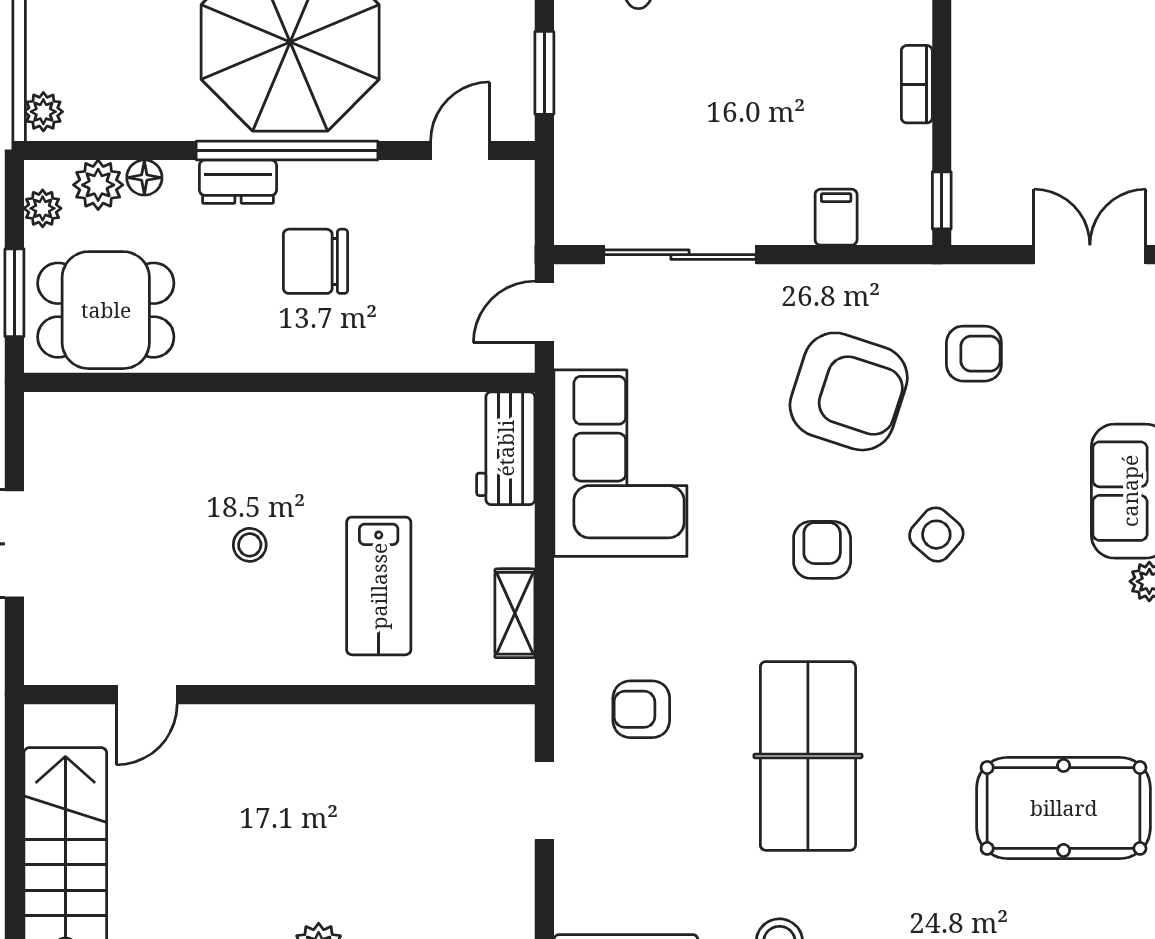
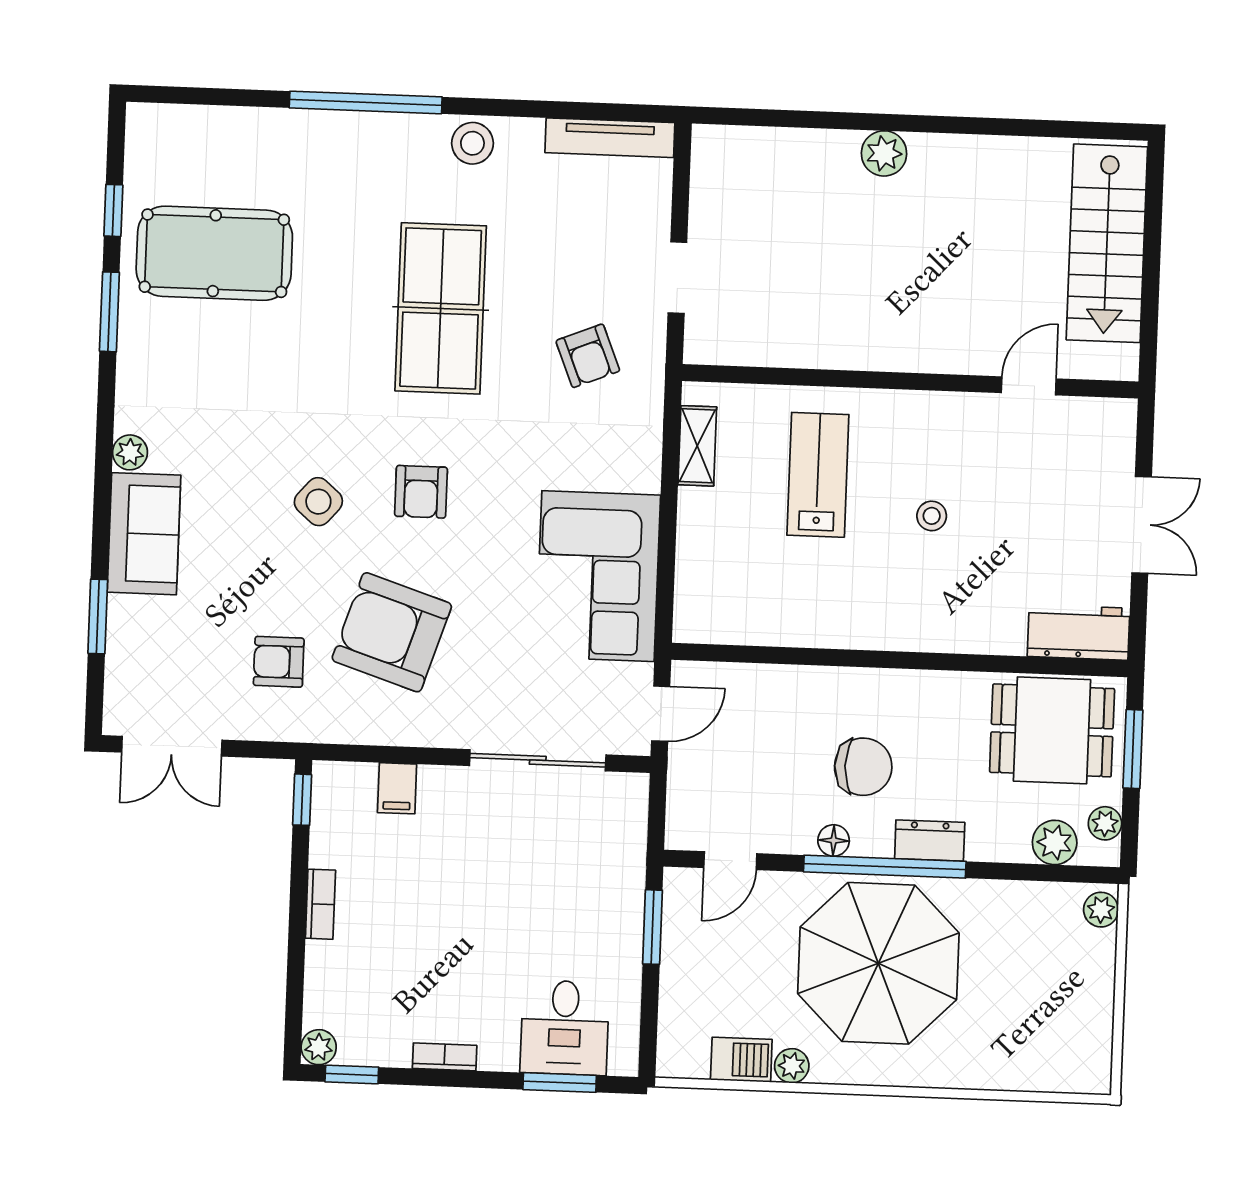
floor lamp: (144, 178) -> (834, 840), moved
workbench: (506, 448) -> (1079, 632), moved, turned -90
armchair: (641, 709) -> (588, 356), turned 68

